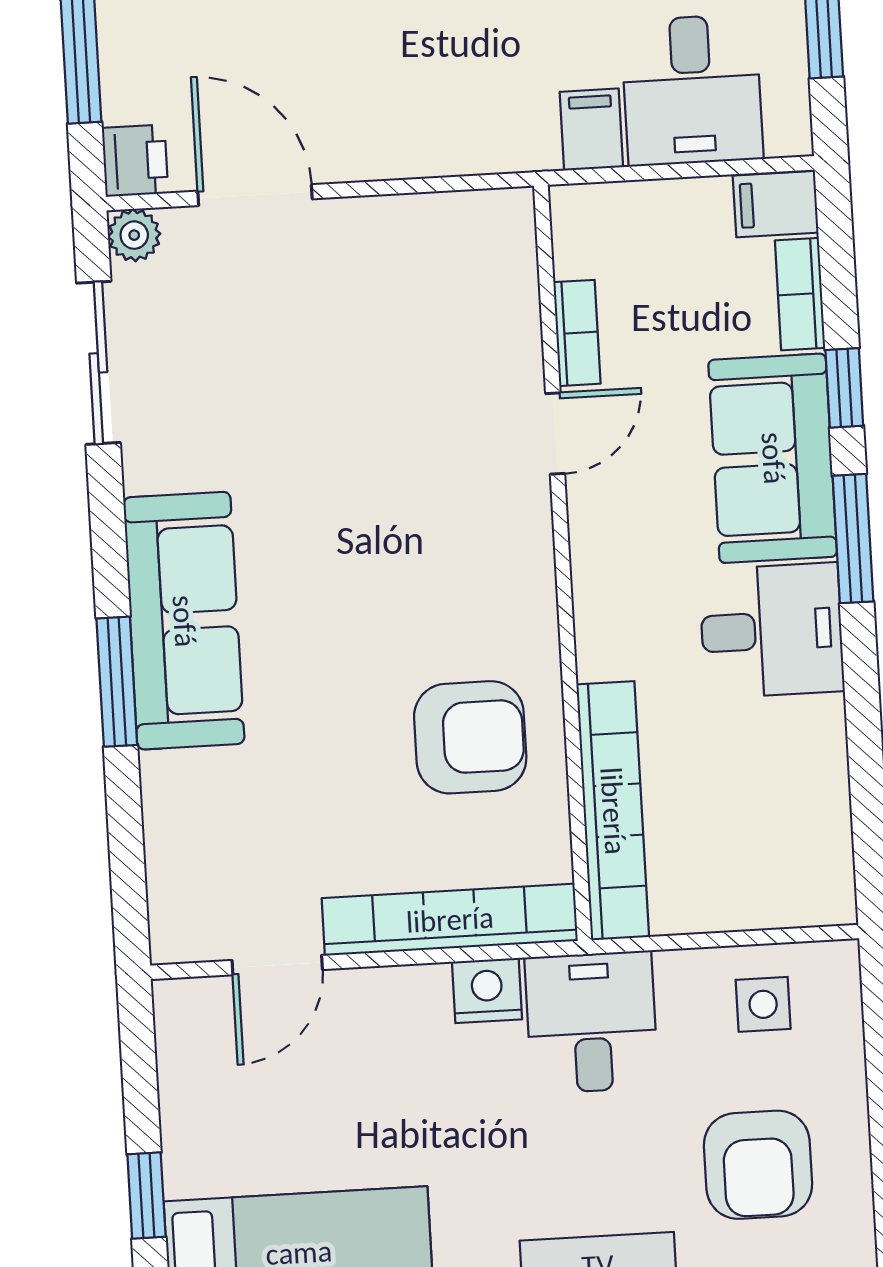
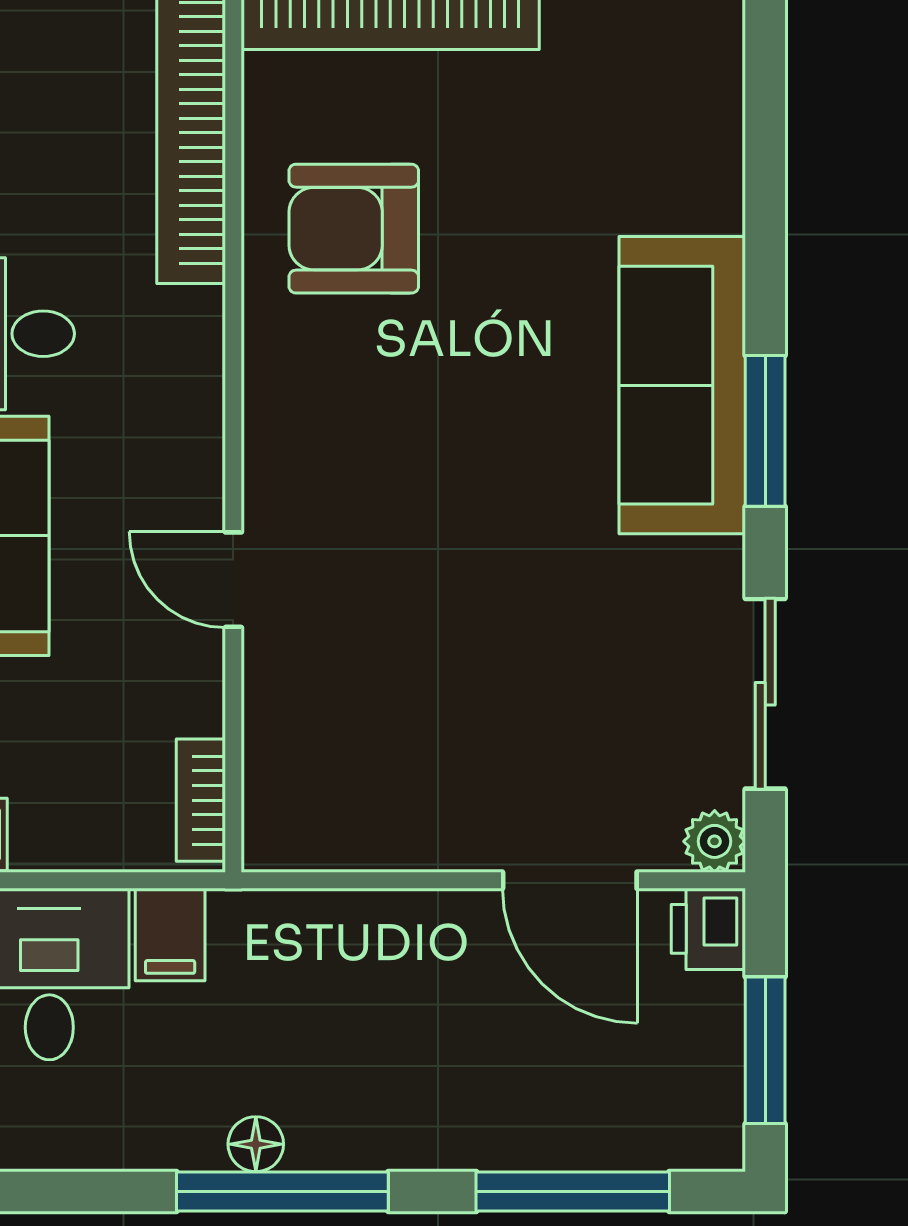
bookcase: (577, 333) -> (201, 800), moved
door: (555, 434) -> (233, 580), hinge flipped
window: (117, 682) -> (765, 431), moved

